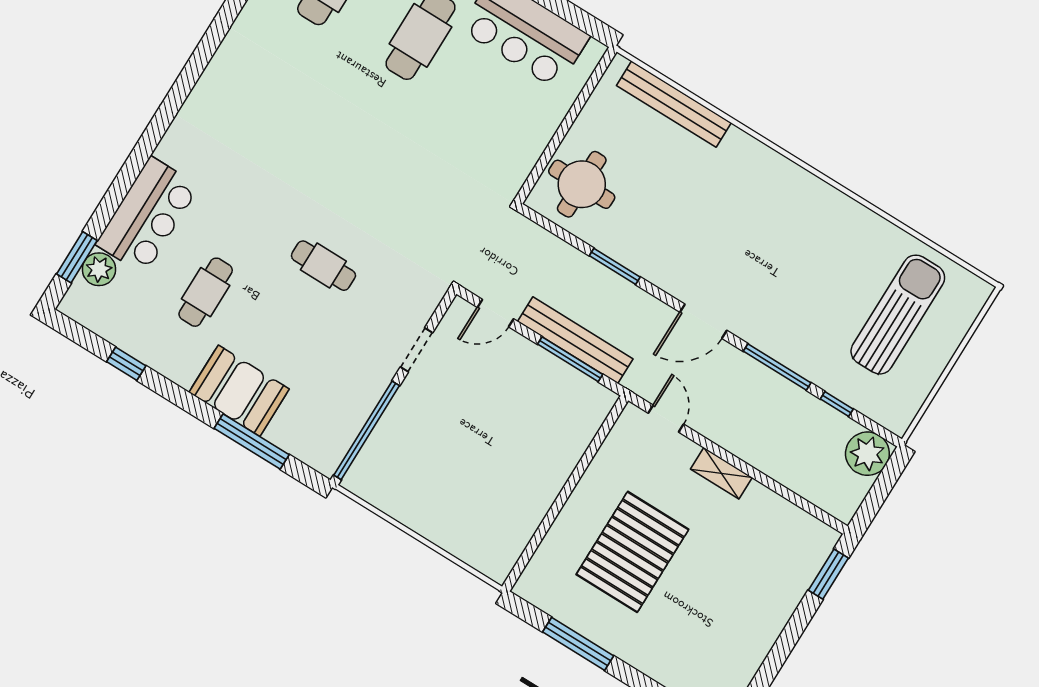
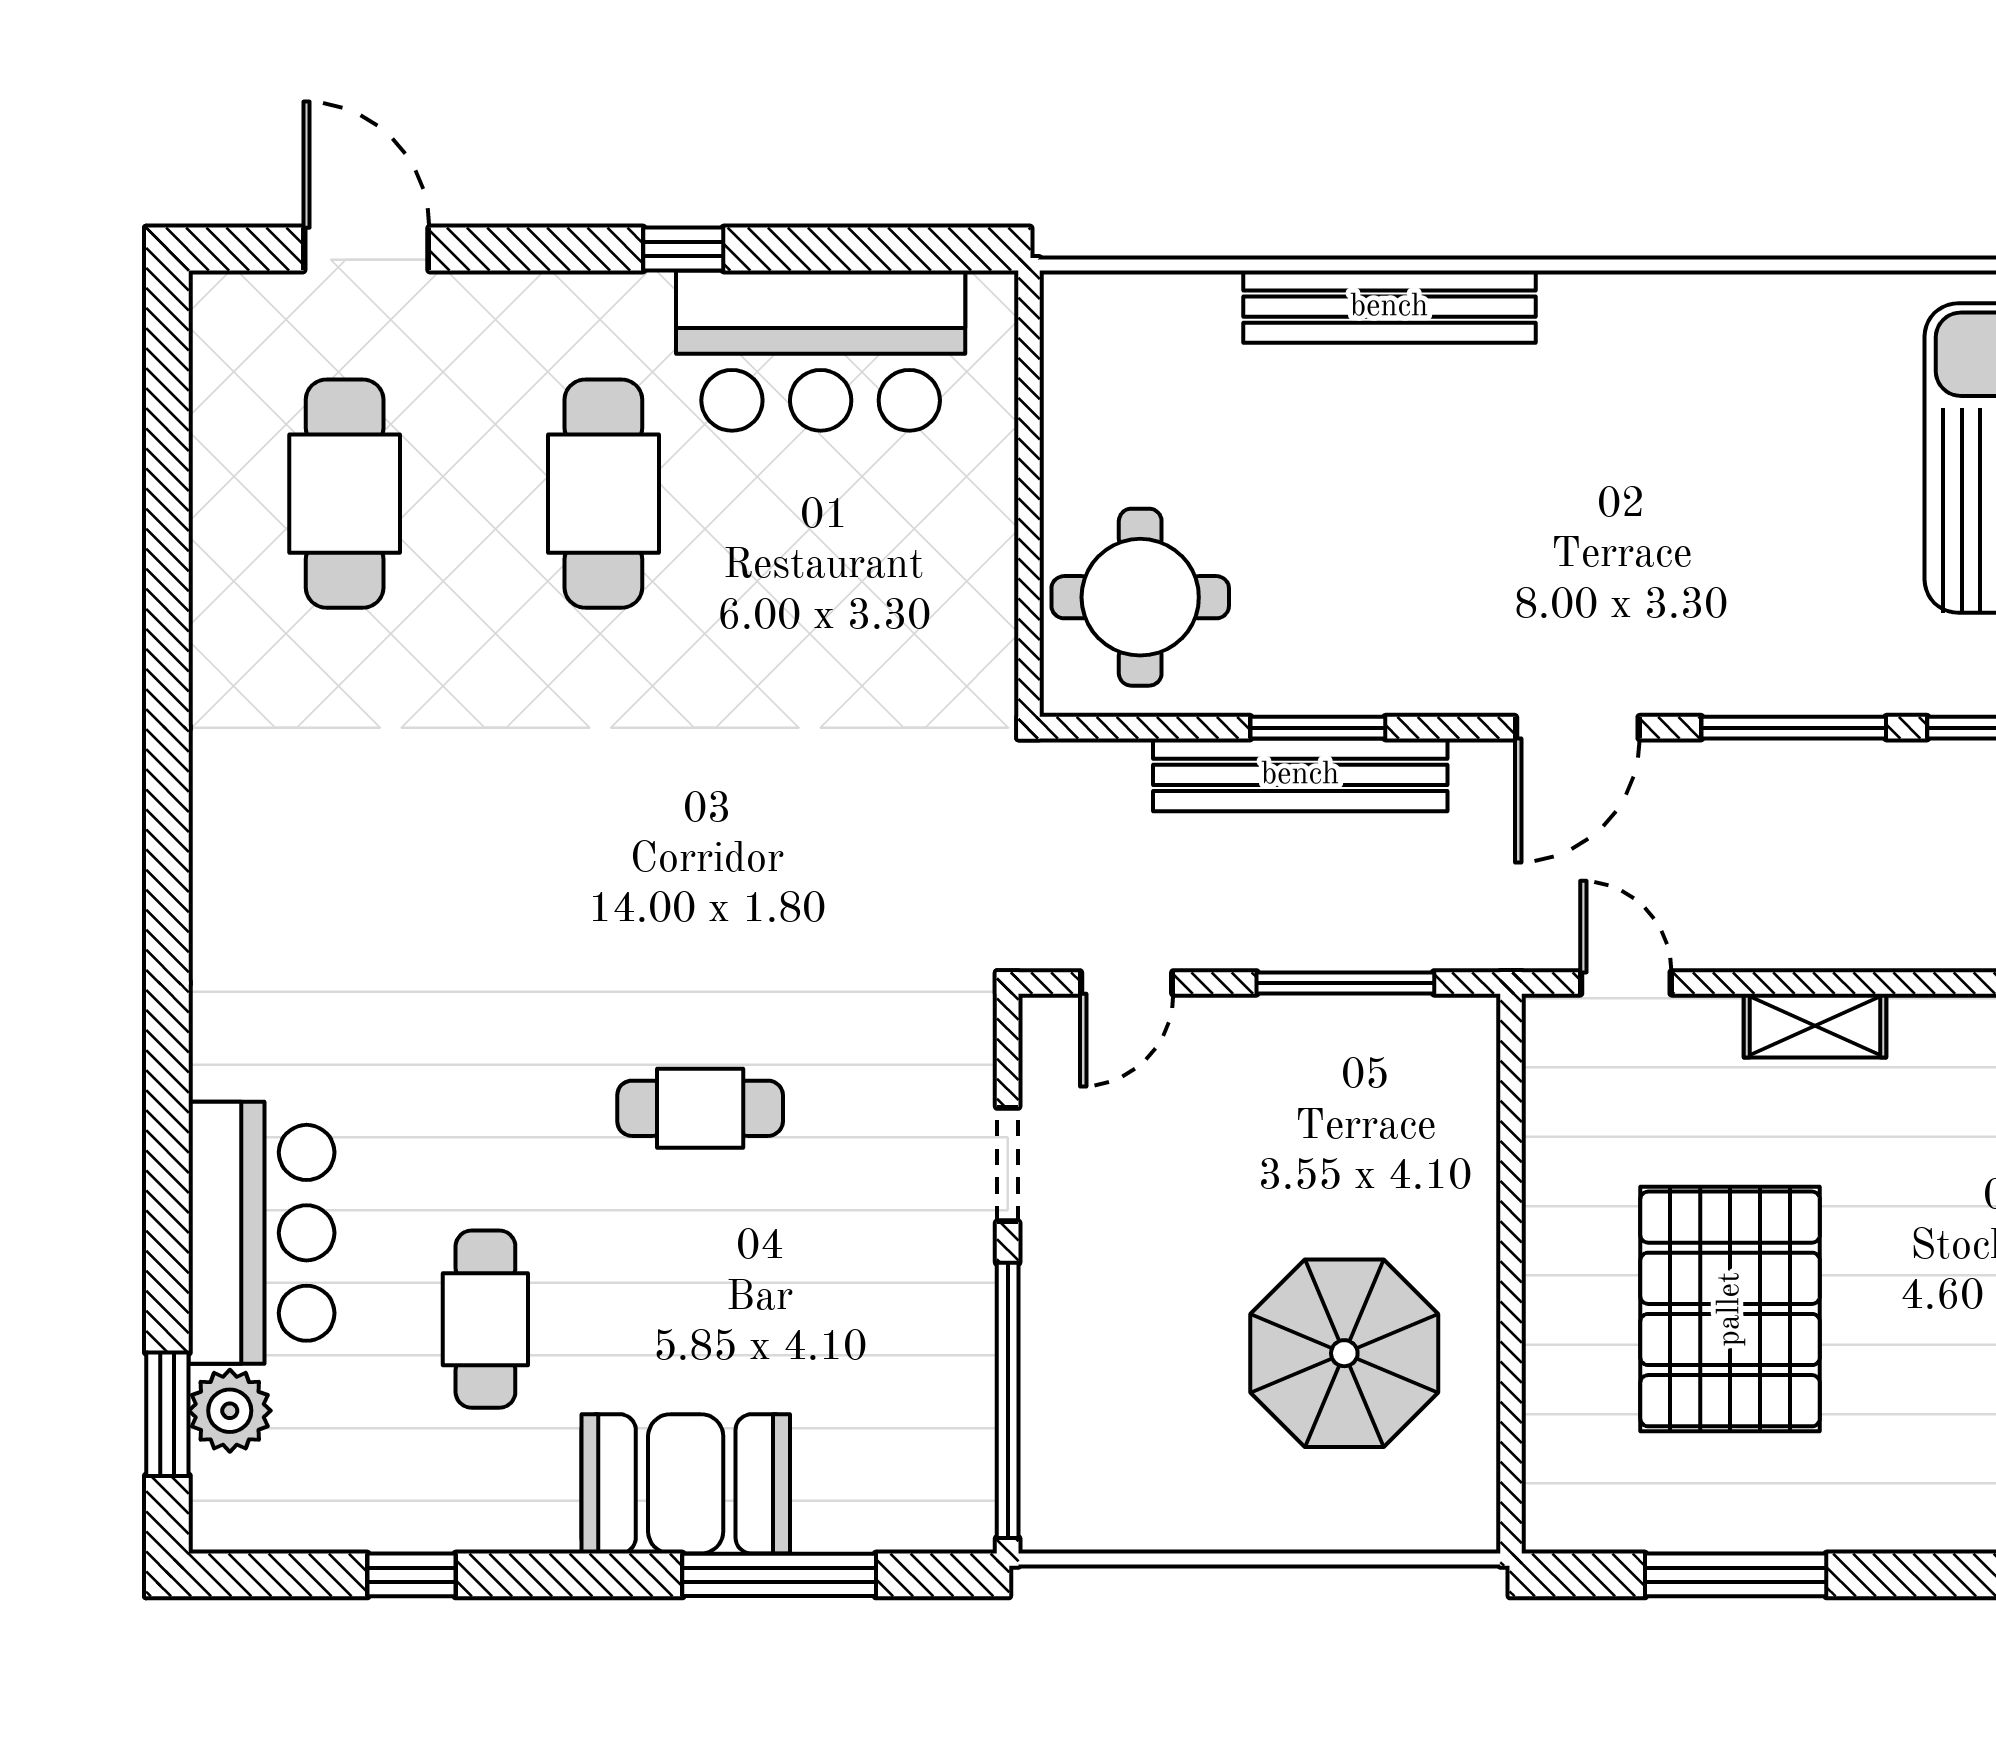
bench: (674, 104) -> (1389, 307), moved
bench: (575, 340) -> (1300, 775), moved
parasol: (491, 485) -> (1344, 1353), added

